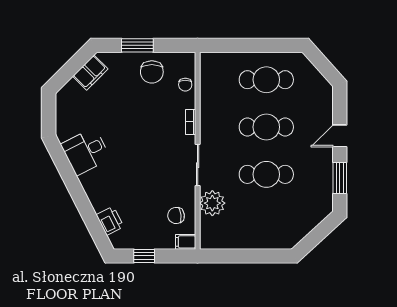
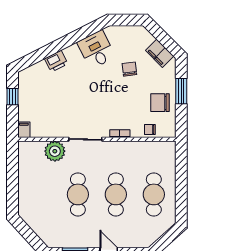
chair: (176, 215) -> (129, 69), moved
printer: (110, 221) -> (56, 61), moved

